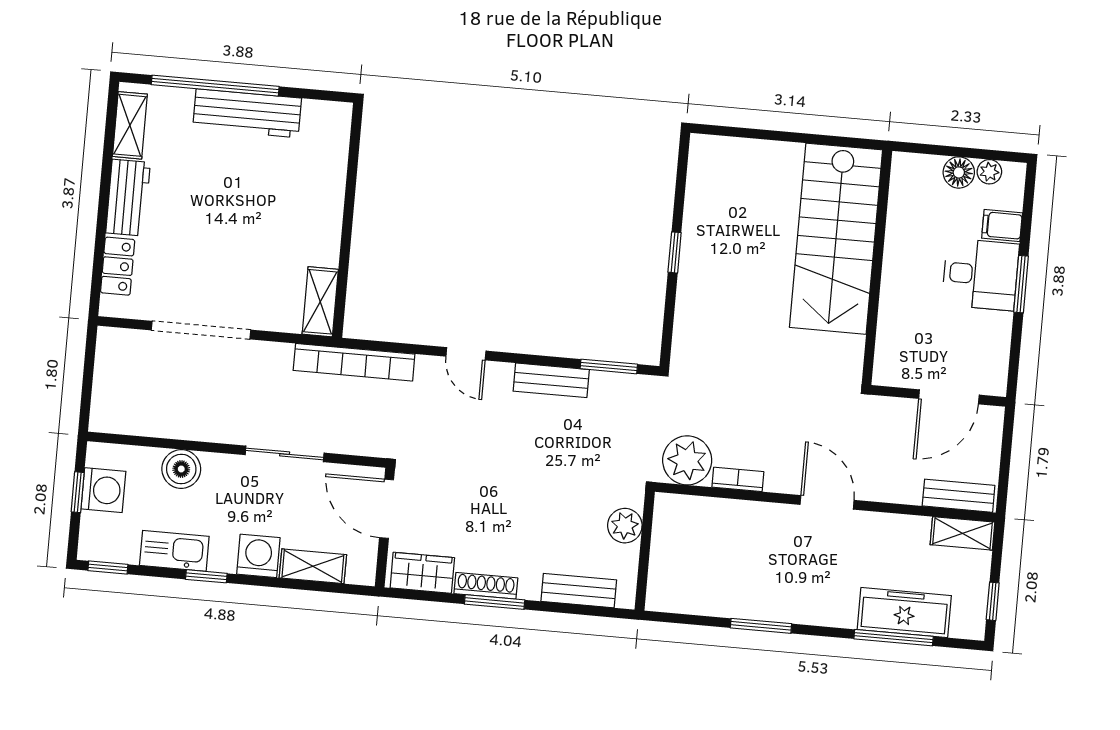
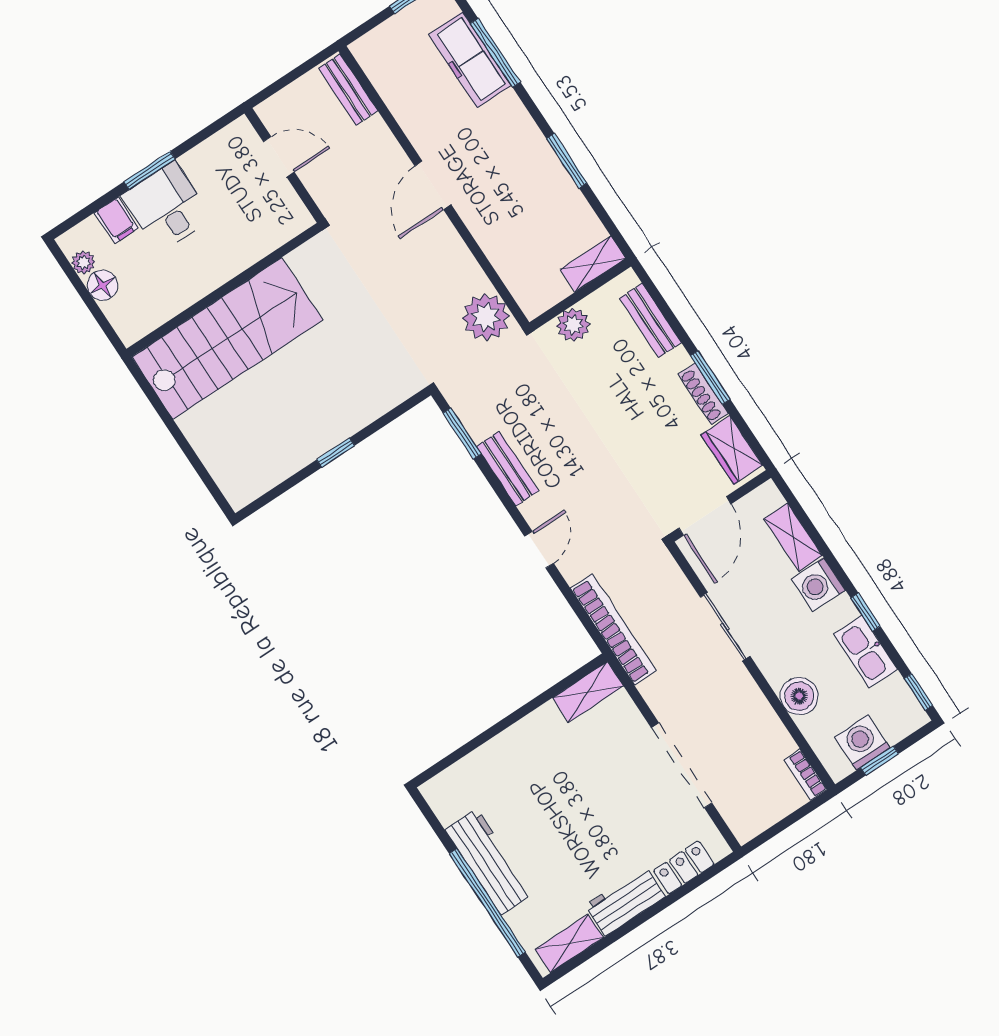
door: (949, 397) -> (279, 157), width x0.73
bookcase: (738, 479) -> (806, 775), moved
shelving: (962, 533) -> (593, 264), moved, turned 90

